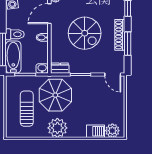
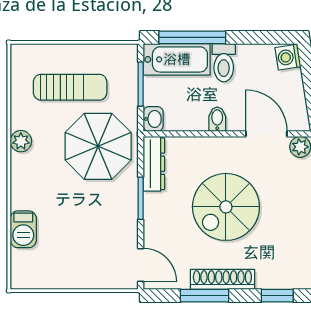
dresser: (60, 68) -> (154, 164), width x1.44
door: (113, 75) -> (141, 265), swing flipped
plant: (57, 128) -> (21, 141), width x0.53, depth x0.53
plant: (112, 131) -> (25, 264), removed

